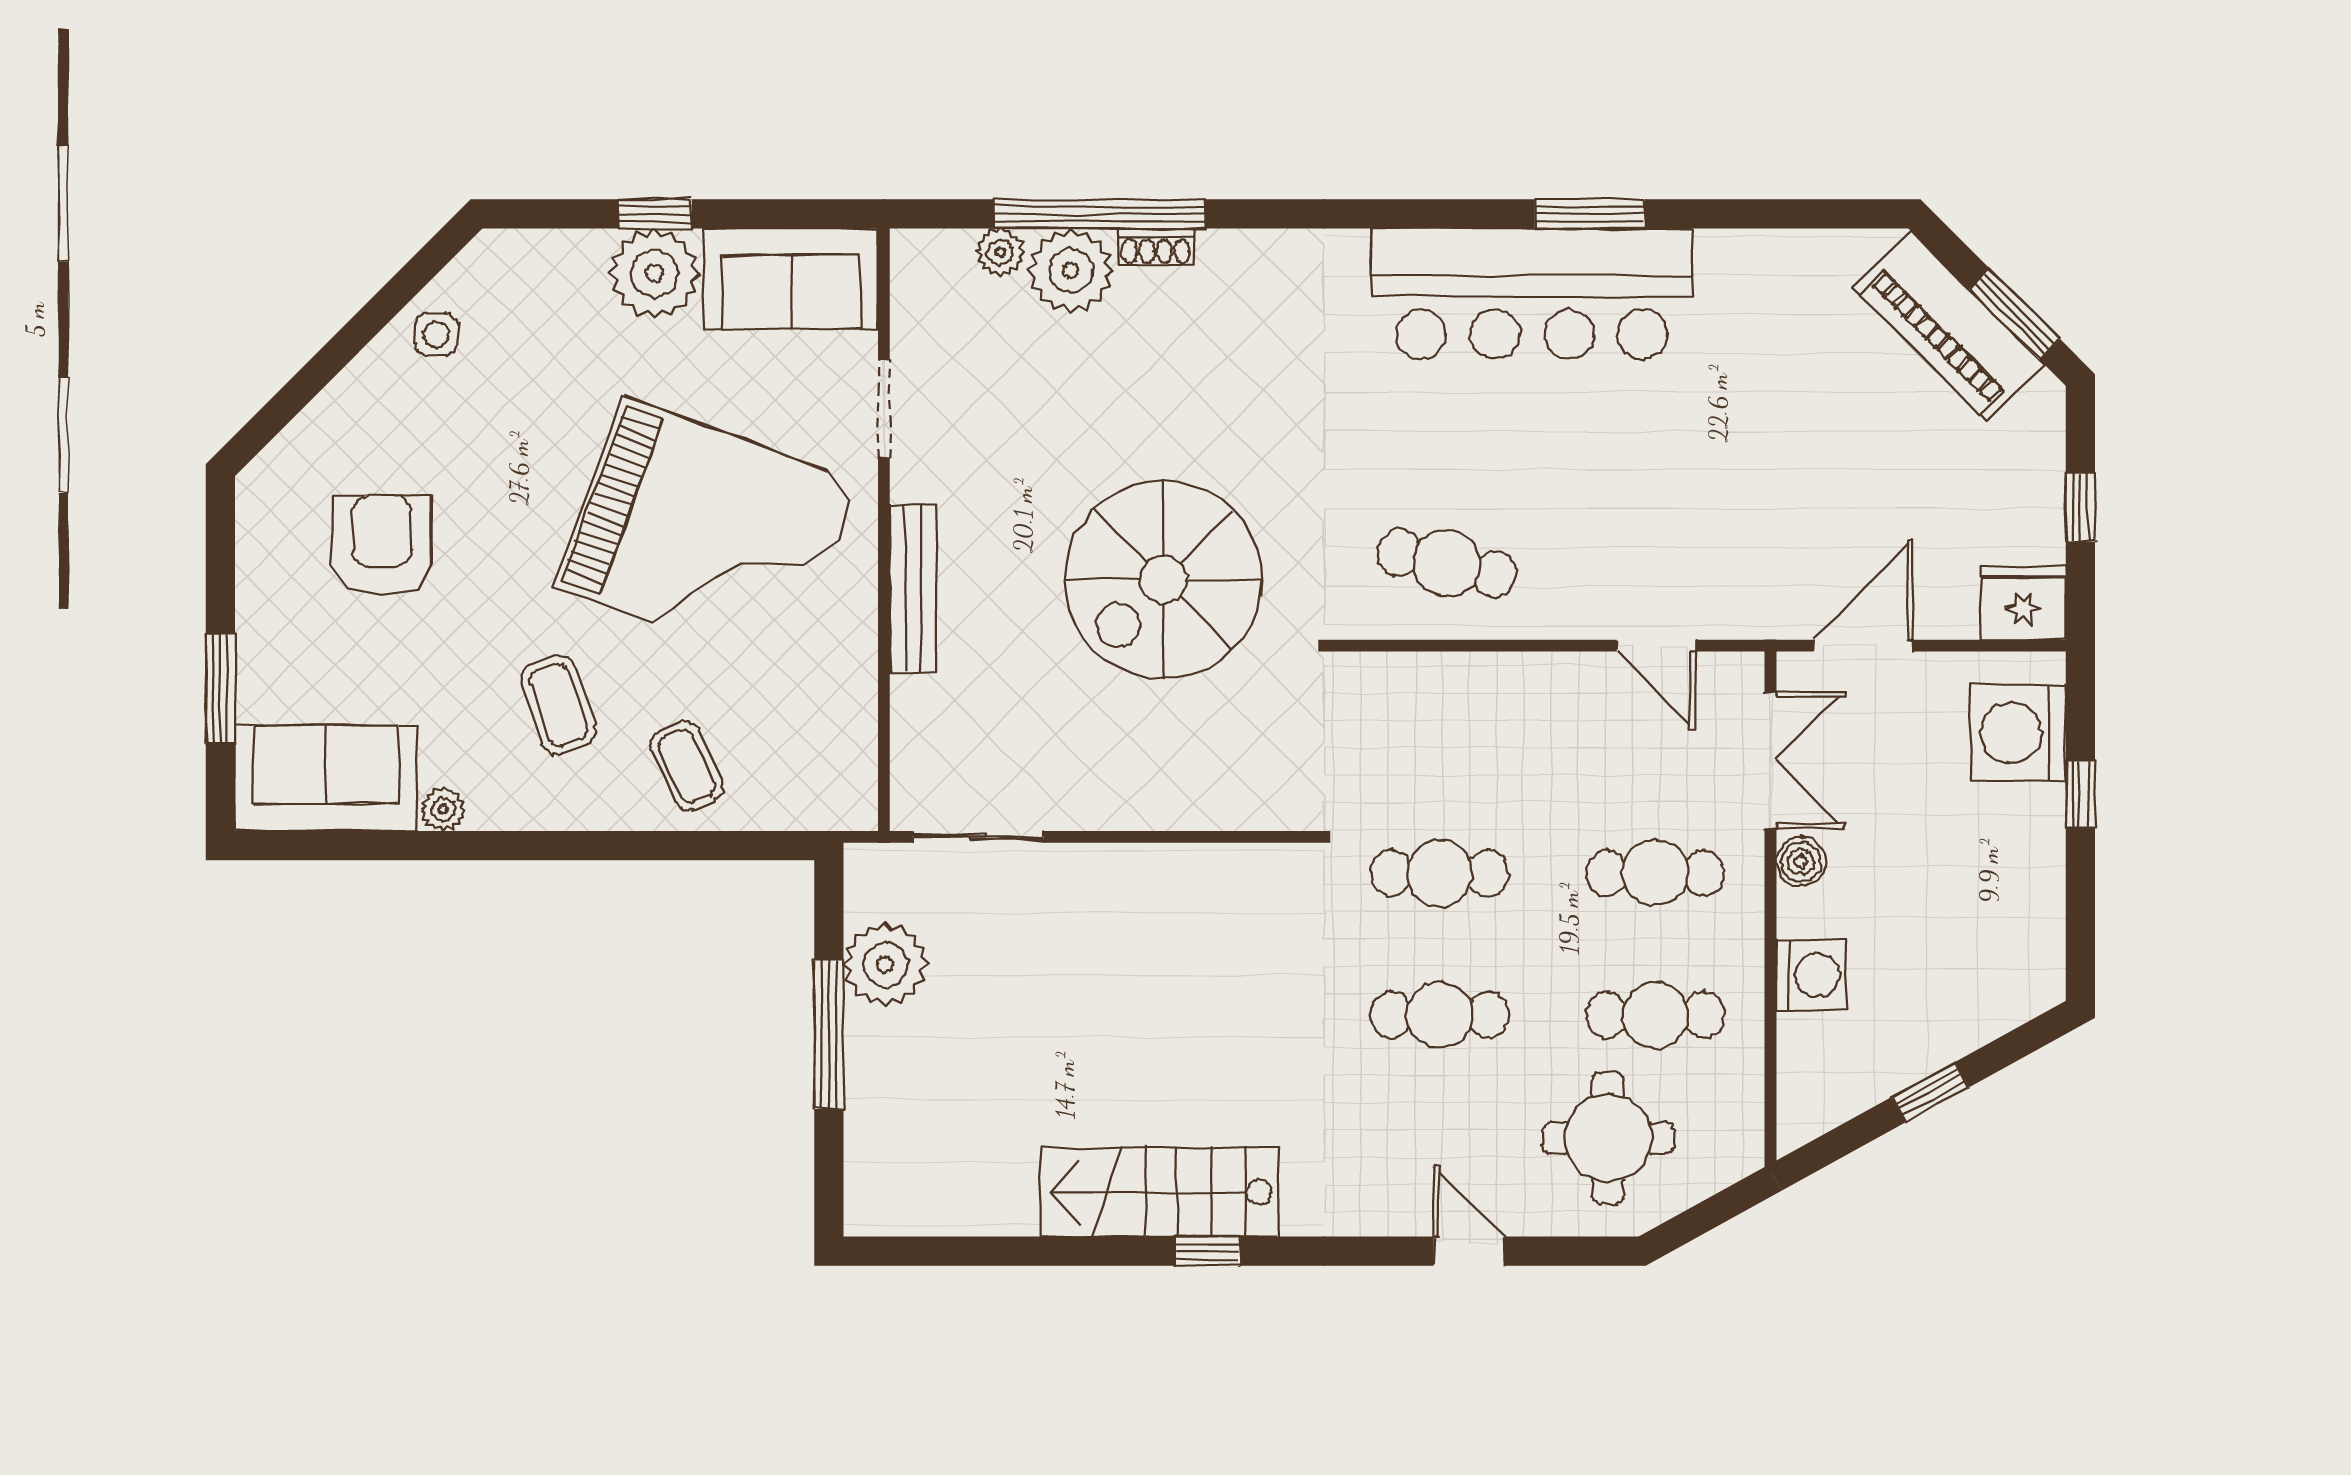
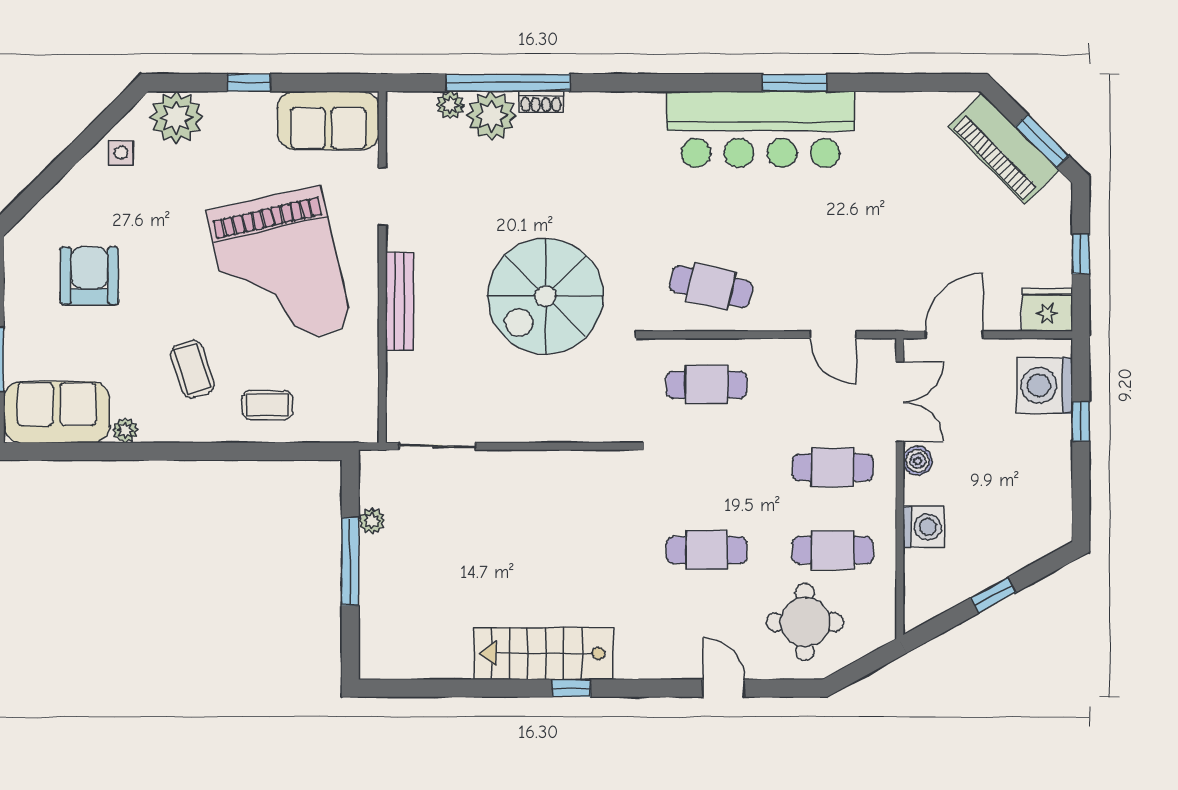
plant: (654, 273) -> (176, 117), moved
grand piano: (707, 534) -> (279, 269), turned 57
coffee table: (687, 766) -> (267, 405), turned -65
cafe table: (1439, 873) -> (707, 385), moved
plant: (885, 965) -> (372, 521), width x0.53, depth x0.53

